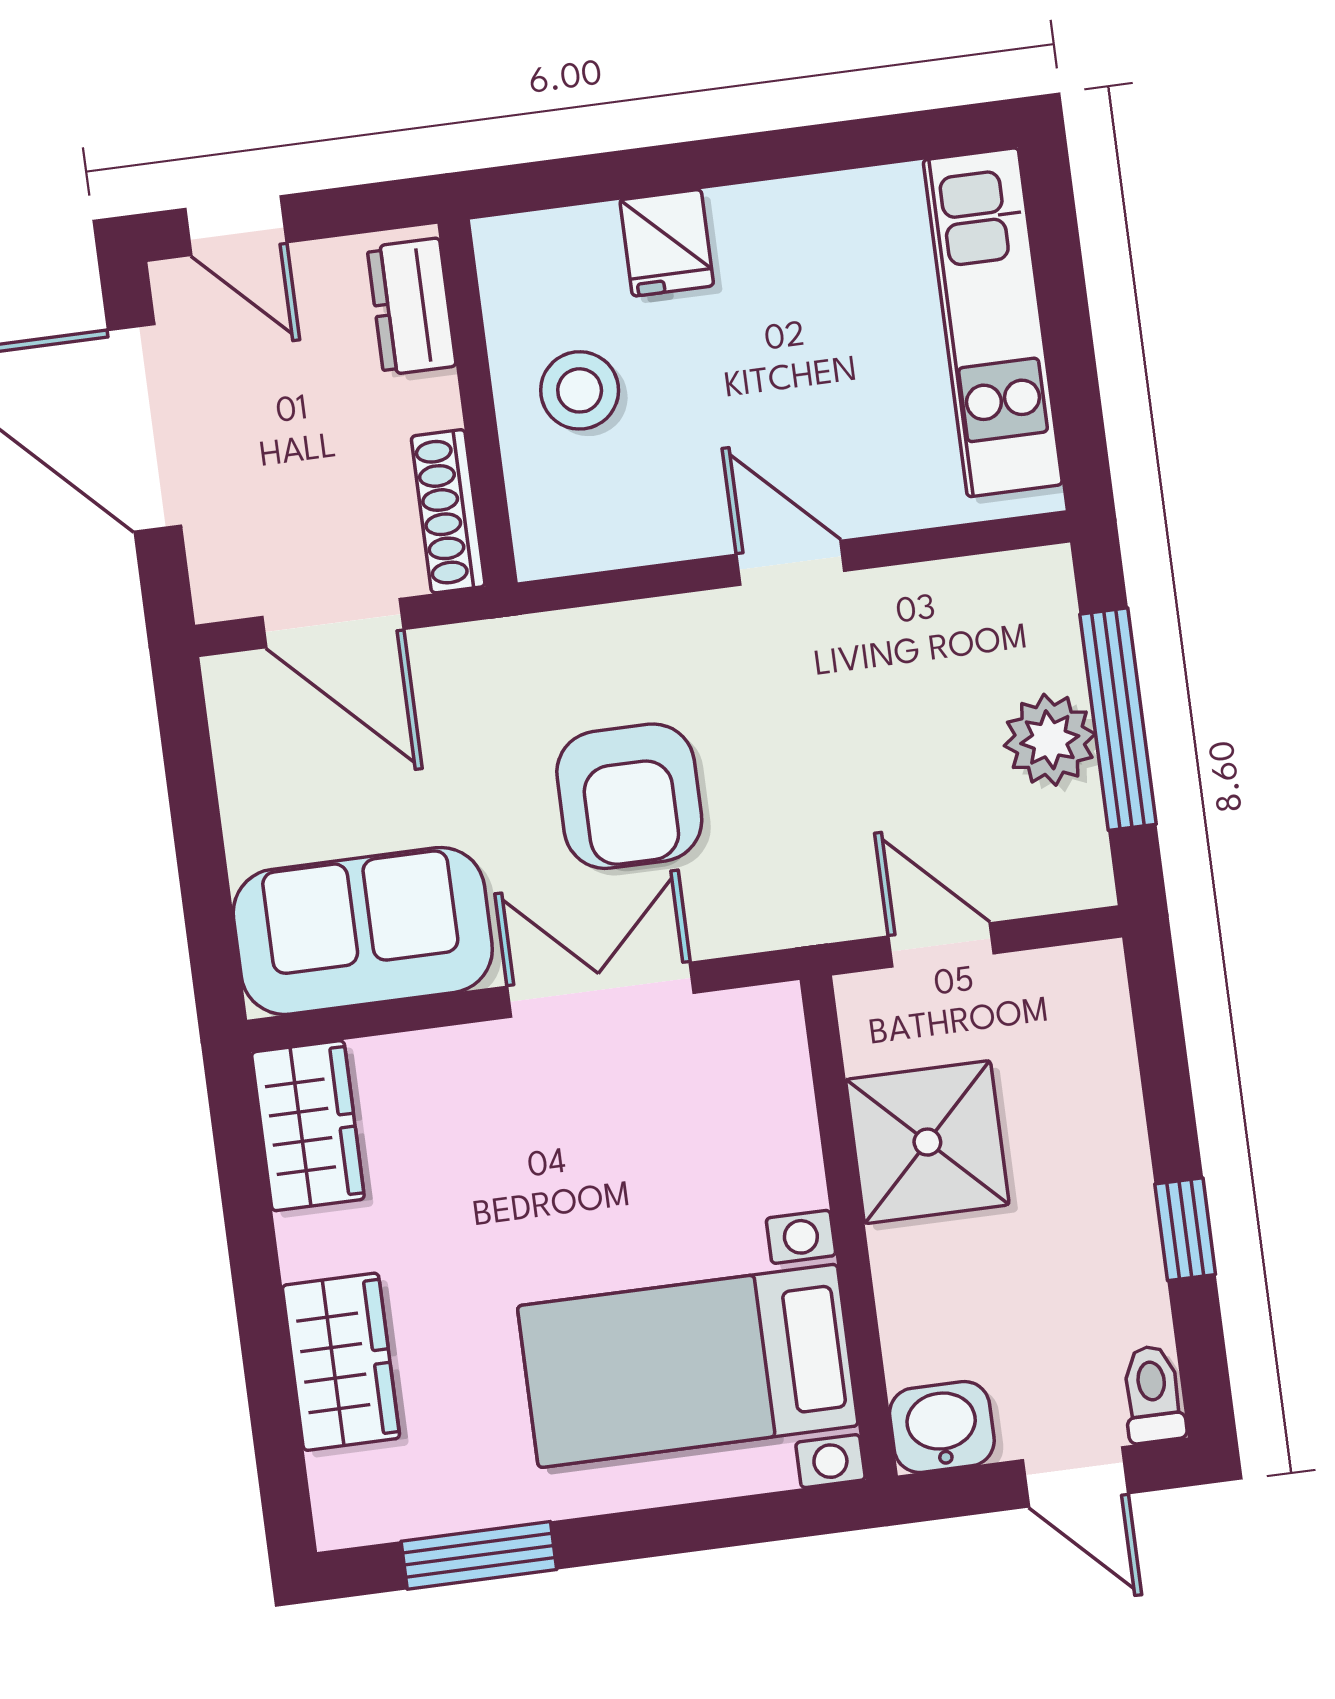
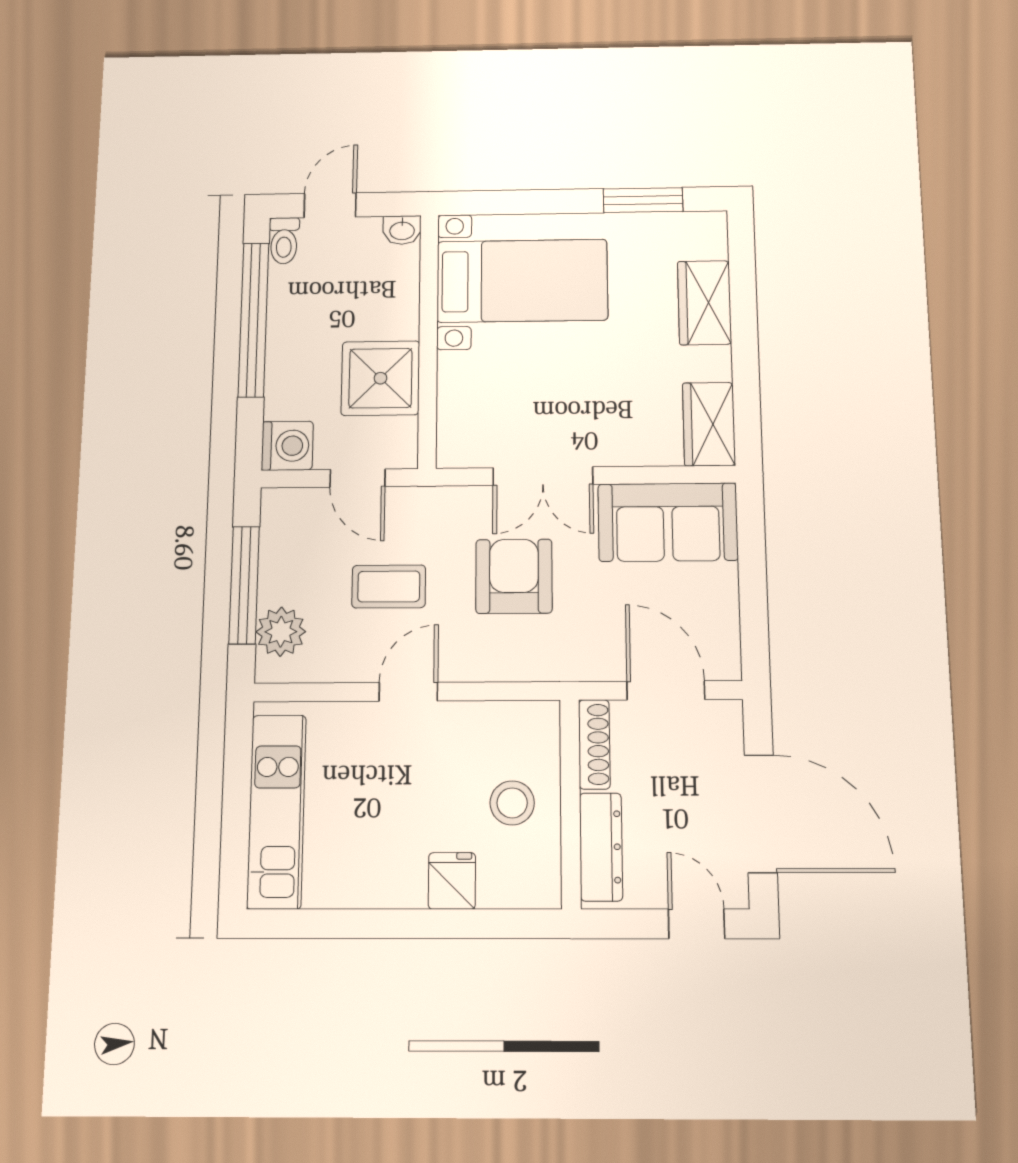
dresser: (412, 307) -> (601, 847), width x1.44
door: (790, 563) -> (408, 692), swing flipped
plant: (1050, 740) -> (281, 632), moved
coffee table: (854, 749) -> (389, 586), added
washing machine: (1081, 991) -> (287, 446), added
window: (1185, 1229) -> (253, 320), width x3.17
washbasin: (942, 1427) -> (402, 230), width x0.72, depth x0.69
door: (1075, 1477) -> (330, 205), hinge flipped

